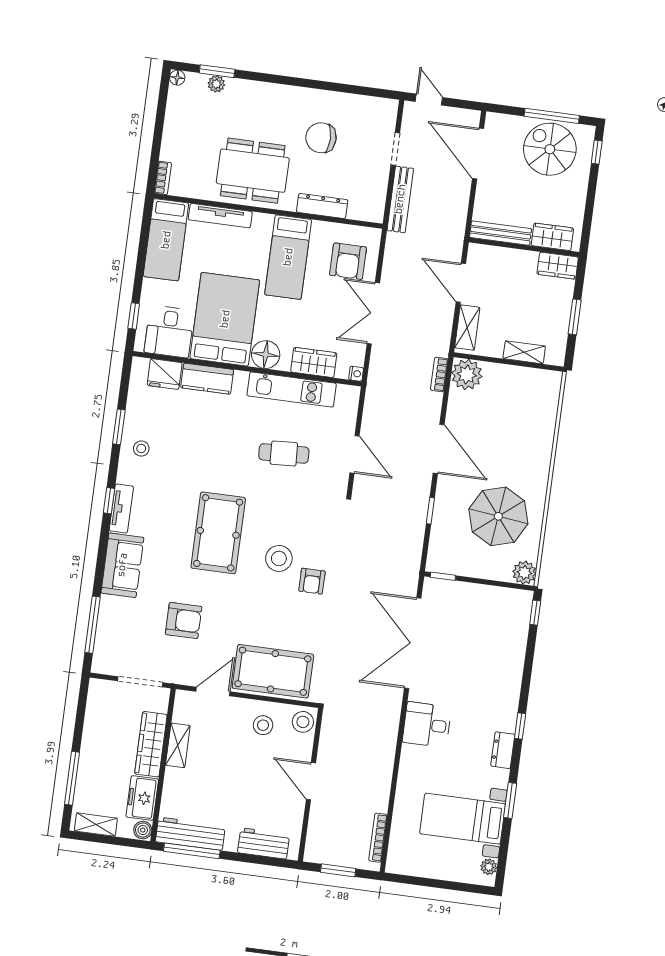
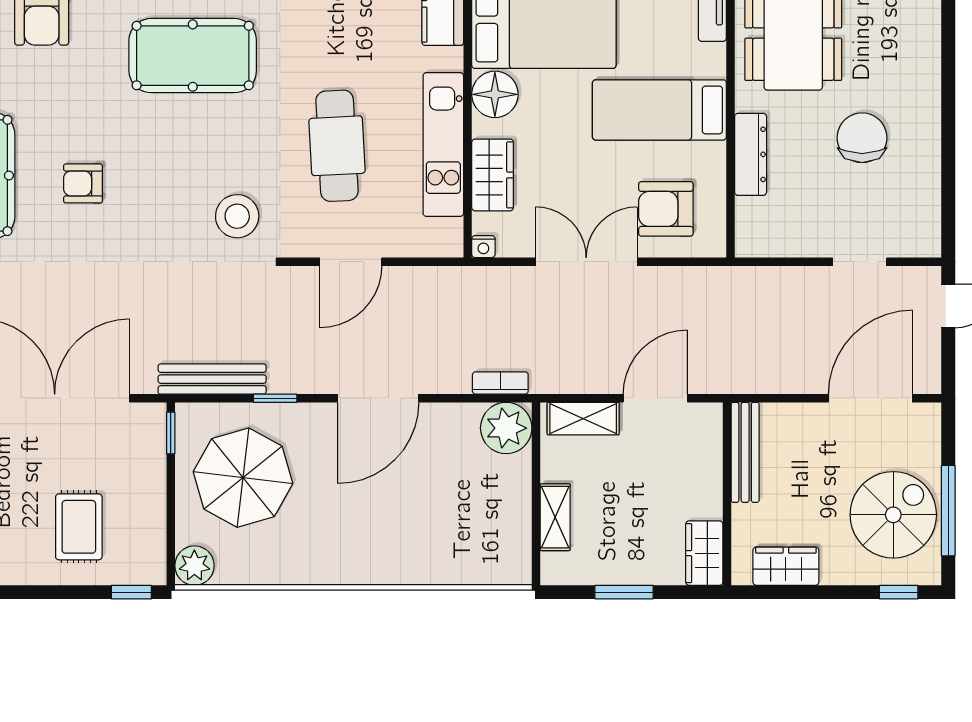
bench: (400, 199) -> (212, 379), moved
wardrobe: (552, 237) -> (786, 566), moved, turned -90
cafe table: (284, 453) -> (337, 146), width x1.37, depth x1.35
parasol: (498, 516) -> (243, 478), moved
stool: (279, 558) -> (237, 216), moved
armchair: (312, 581) -> (83, 183), moved
rug: (492, 639) -> (79, 527), added

